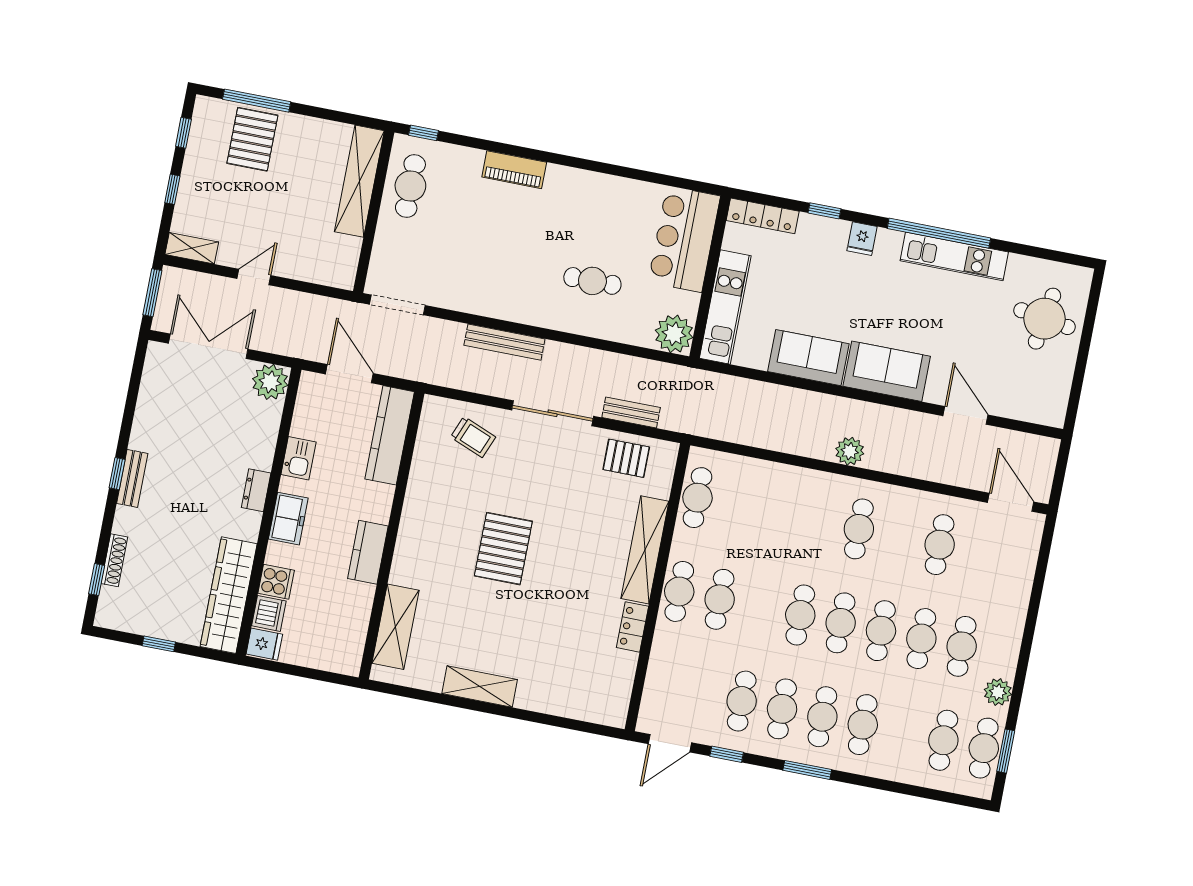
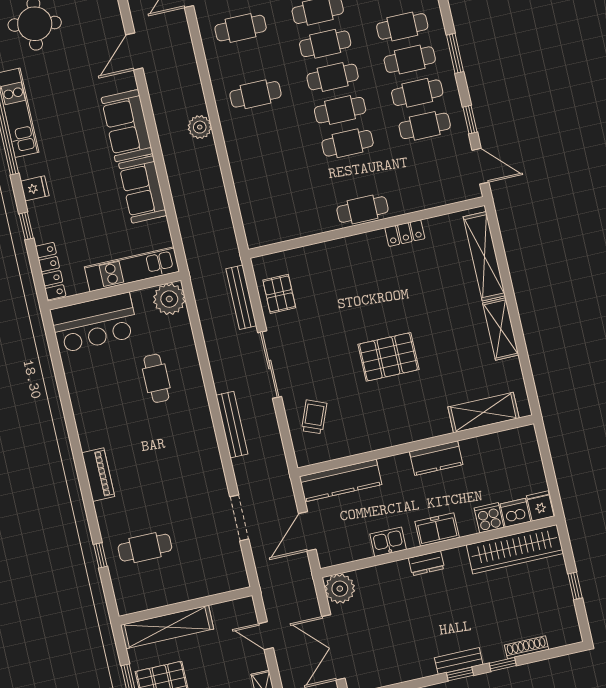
shelving: (359, 181) -> (167, 627), moved
wall: (374, 212) -> (186, 606), moved
bench: (631, 412) -> (241, 297), width x1.36
cafe table: (697, 498) -> (285, 227), removed
shelving: (645, 550) -> (484, 256), moved, turned 90
window: (97, 580) -> (503, 664), moved
cafe table: (720, 599) -> (348, 143), moved

